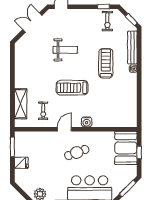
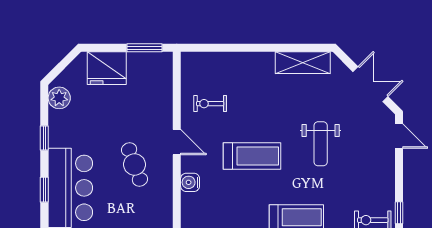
treadmill: (72, 88) -> (252, 156), turned 90
shelving: (21, 104) -> (303, 63), moved
fridge: (21, 163) -> (107, 68), width x1.88, depth x1.34

